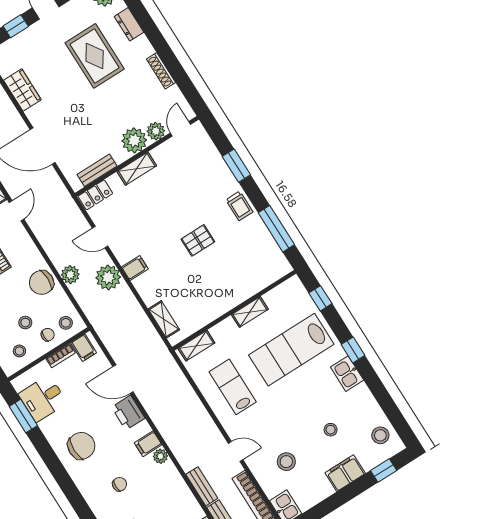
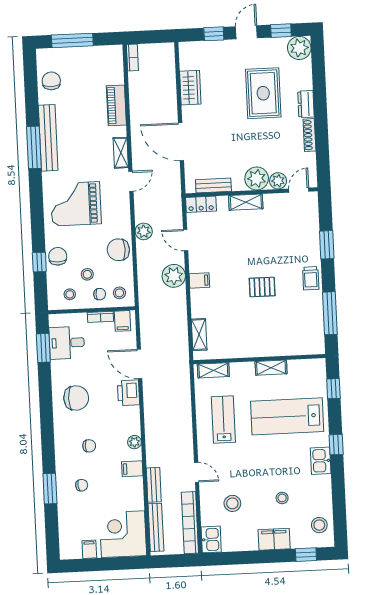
dresser: (129, 24) -> (306, 104), moved
plant: (70, 275) -> (144, 231), moved
filing cabinet: (148, 444) -> (132, 469), moved

